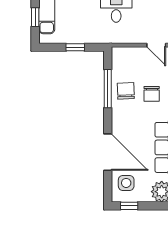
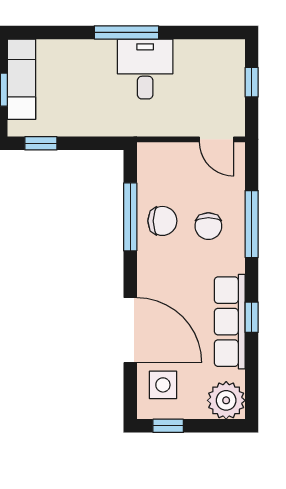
window: (75, 47) -> (41, 143), moved
chair: (126, 91) -> (162, 221), turned 92

